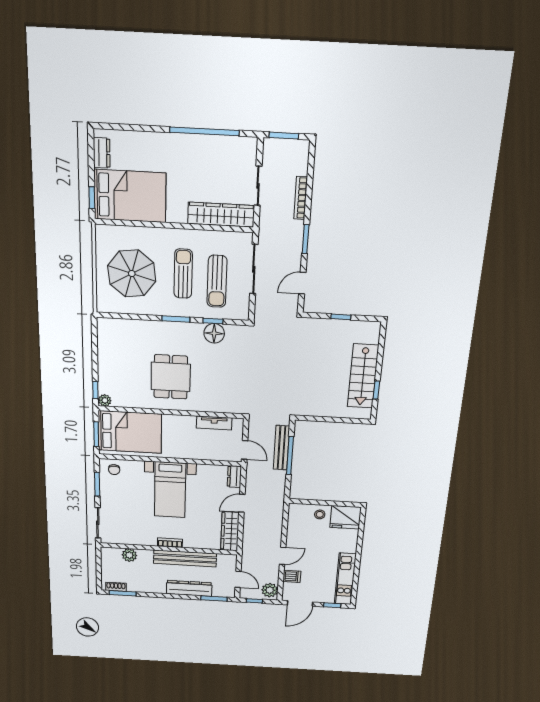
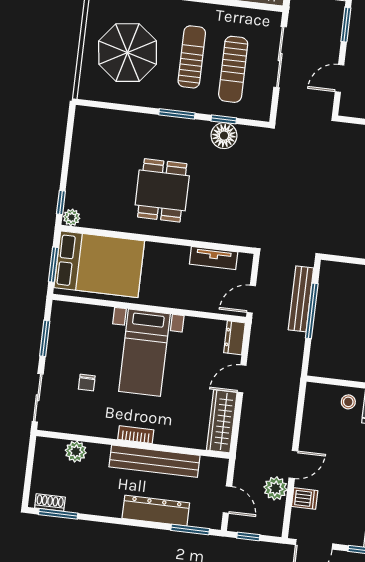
door: (245, 450) -> (251, 299), swing flipped
chair: (114, 470) -> (87, 383), moved
plant: (270, 590) -> (275, 488), moved

